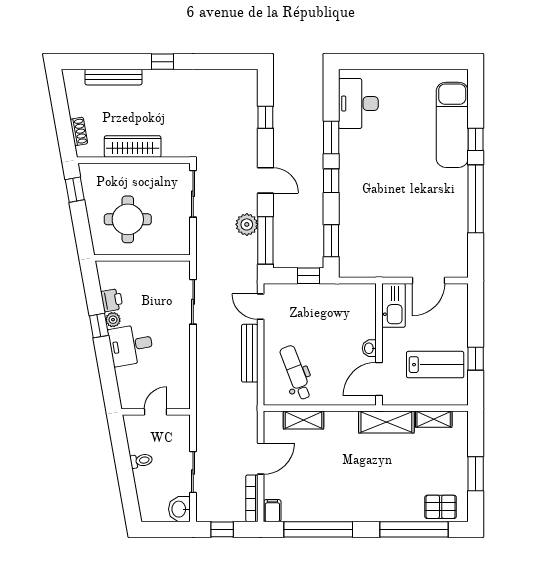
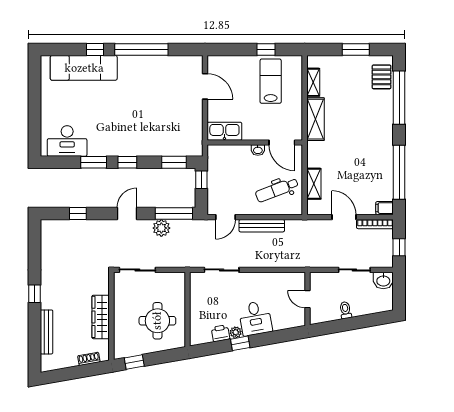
kitchen sink: (393, 305) -> (224, 131), moved
wall: (379, 344) -> (255, 143), moved
washbasin: (369, 348) -> (258, 150), moved
door: (379, 379) -> (282, 143), moved

